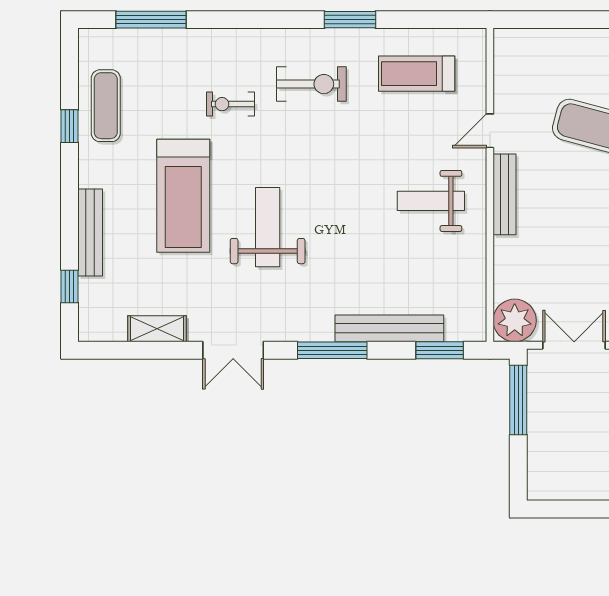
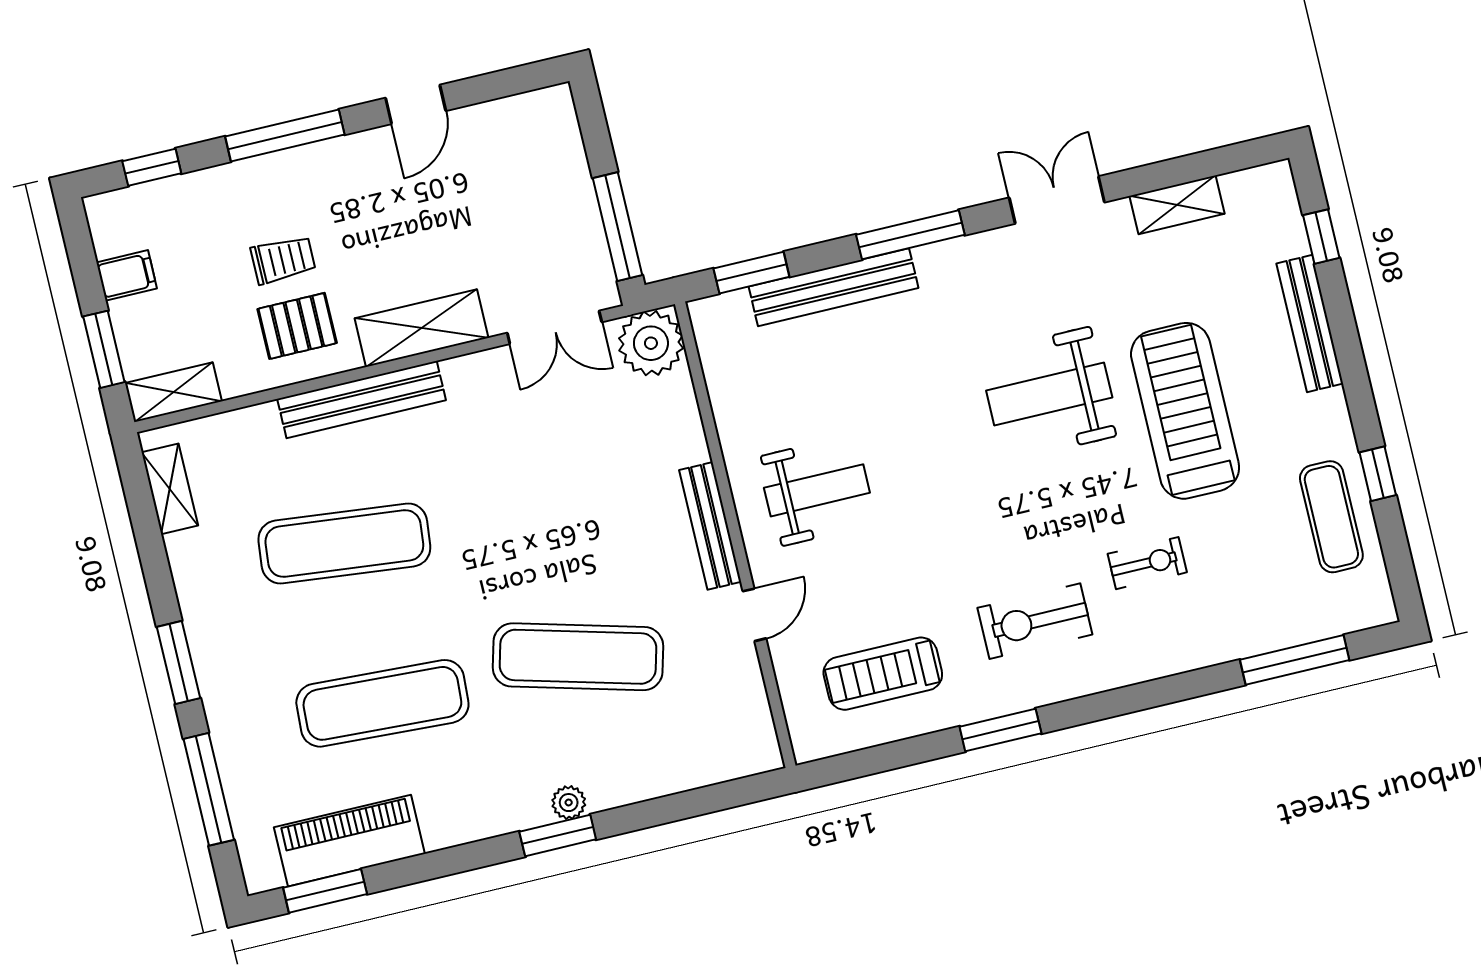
treadmill: (417, 74) -> (883, 674), turned 180
weight bench: (268, 227) -> (1049, 394), turned 90

